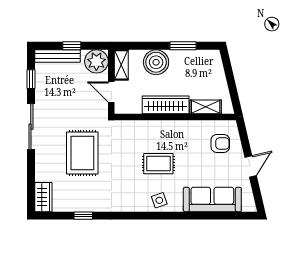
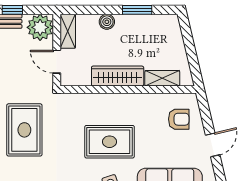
boiler: (156, 62) -> (107, 22), width x0.54, depth x0.54
rug: (158, 164) -> (110, 142), width x1.36, depth x1.43

